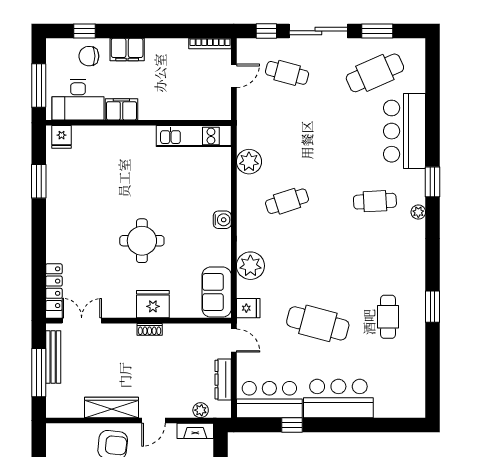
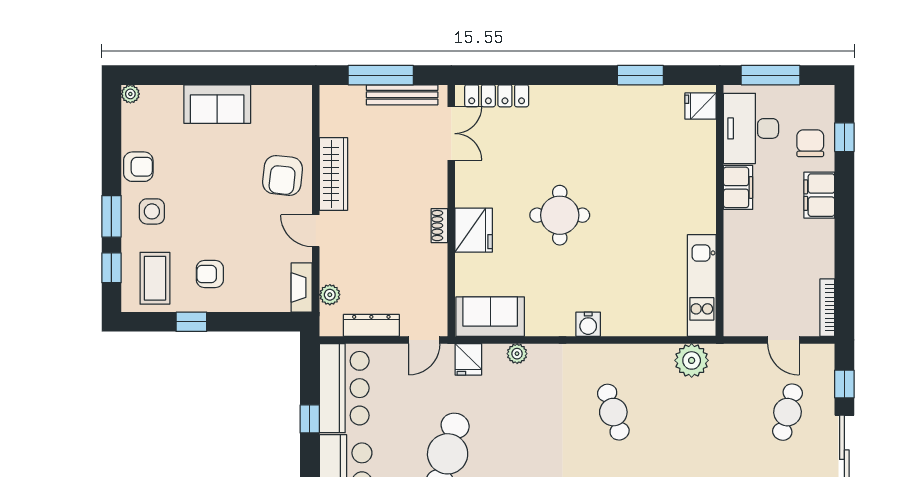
plant: (249, 162) -> (692, 360), moved
plant: (250, 266) -> (517, 354), width x0.53, depth x0.53

